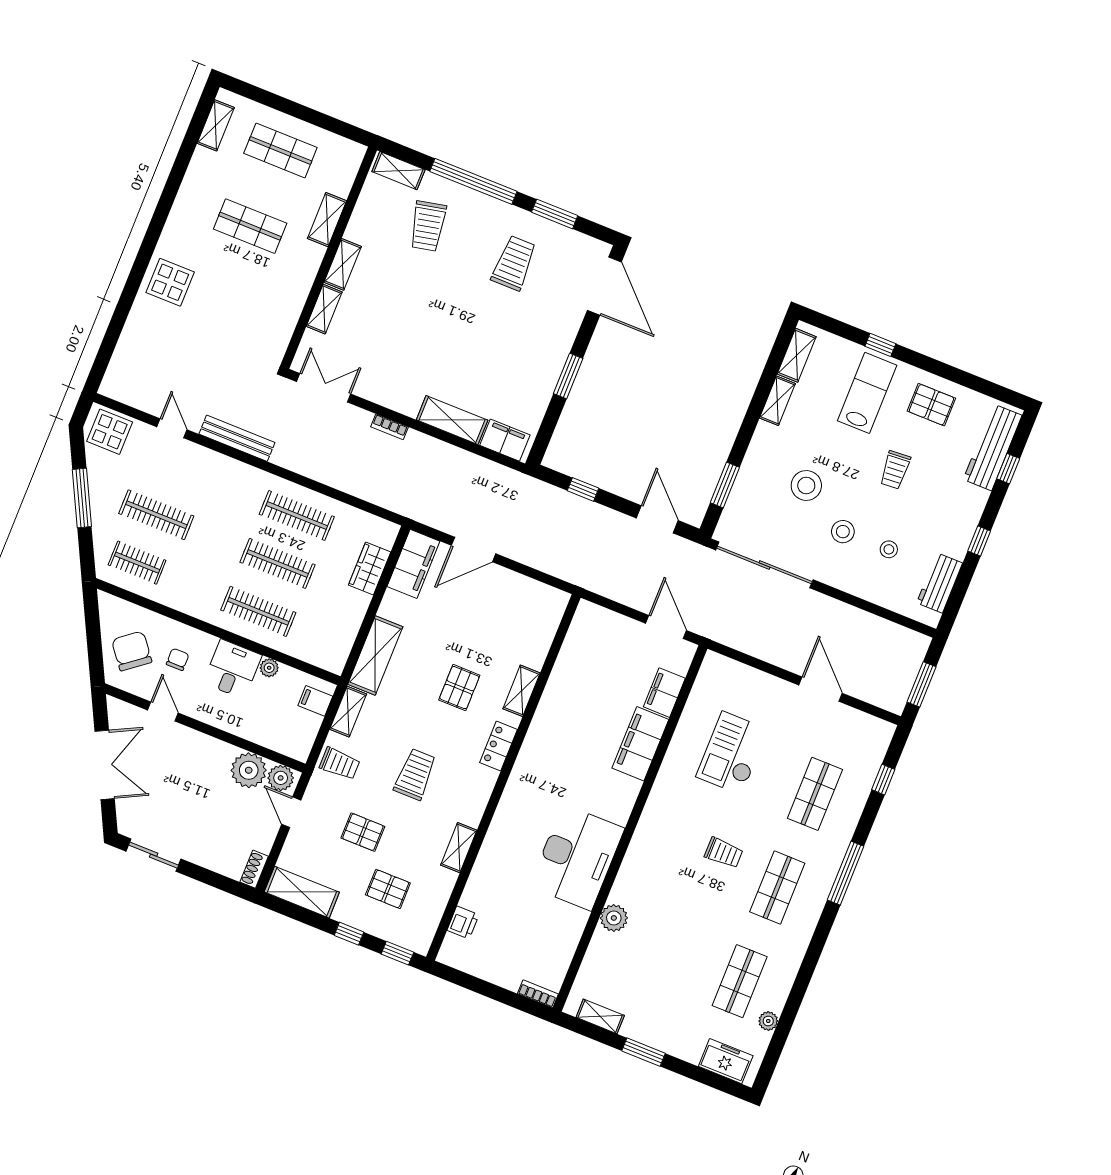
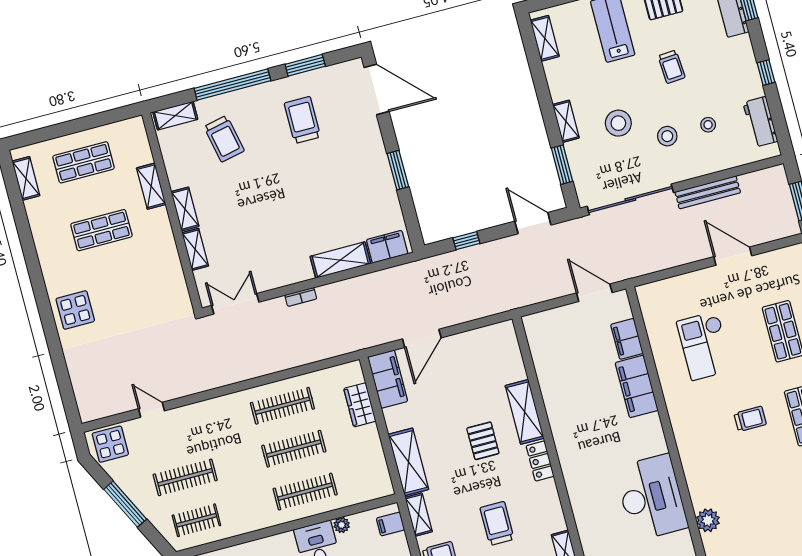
shelving: (777, 401) -> (566, 121), moved
bench: (237, 438) -> (708, 192), moved
shelving: (522, 691) -> (525, 412), width x1.50, depth x1.33

